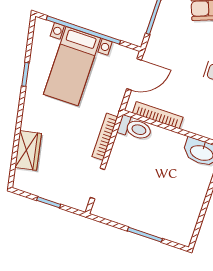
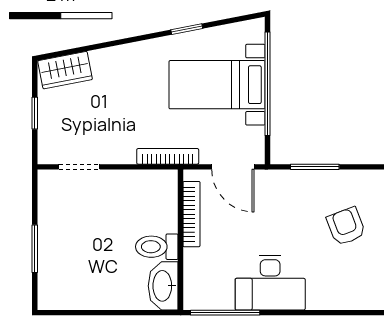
toilet: (135, 128) -> (157, 247), moved, turned 90
bookcase: (105, 137) -> (168, 156), moved
wardrobe: (28, 150) -> (65, 70), moved

